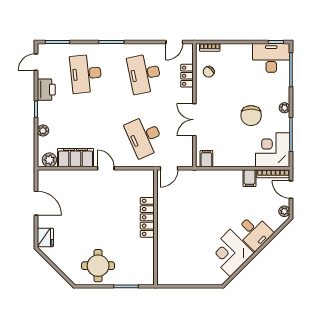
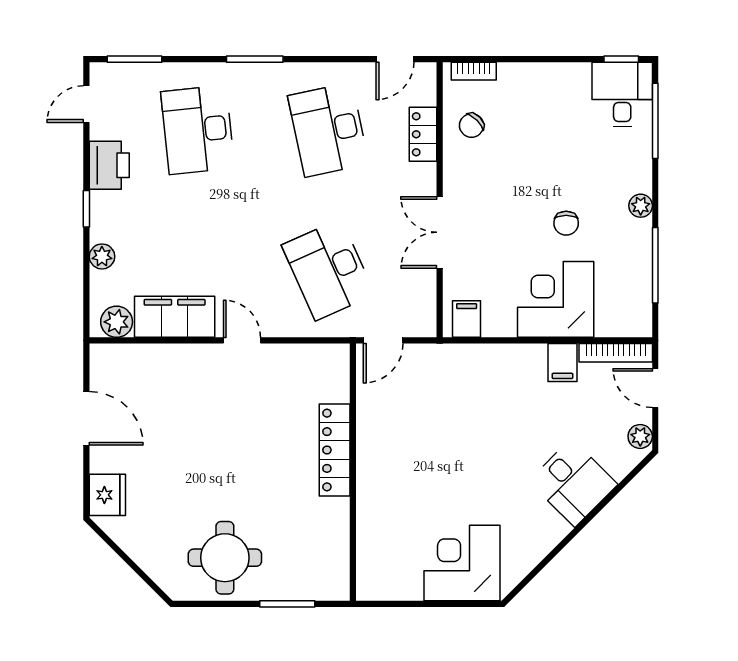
desk: (271, 58) -> (622, 94), width x0.73
chair: (251, 116) -> (566, 223), width x0.54, depth x0.54
corner desk: (273, 150) -> (556, 299), moved
corner desk: (230, 253) -> (462, 563), moved, turned 45

